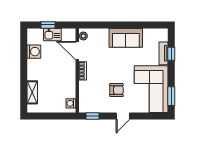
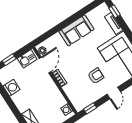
kitchen sink: (52, 35) -> (27, 59), moved
door: (77, 51) -> (45, 65), swing flipped
window: (171, 54) -> (114, 11), moved

